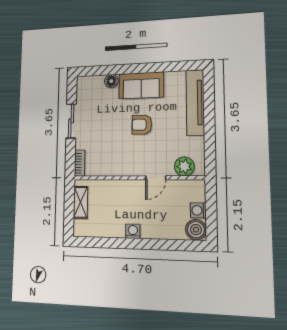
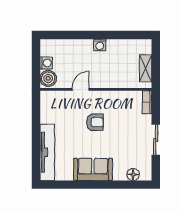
floor lamp: (111, 81) -> (133, 174), moved
armchair: (142, 125) -> (95, 122), moved
plant: (184, 166) -> (57, 99), removed
boiler: (196, 230) -> (48, 78), moved

